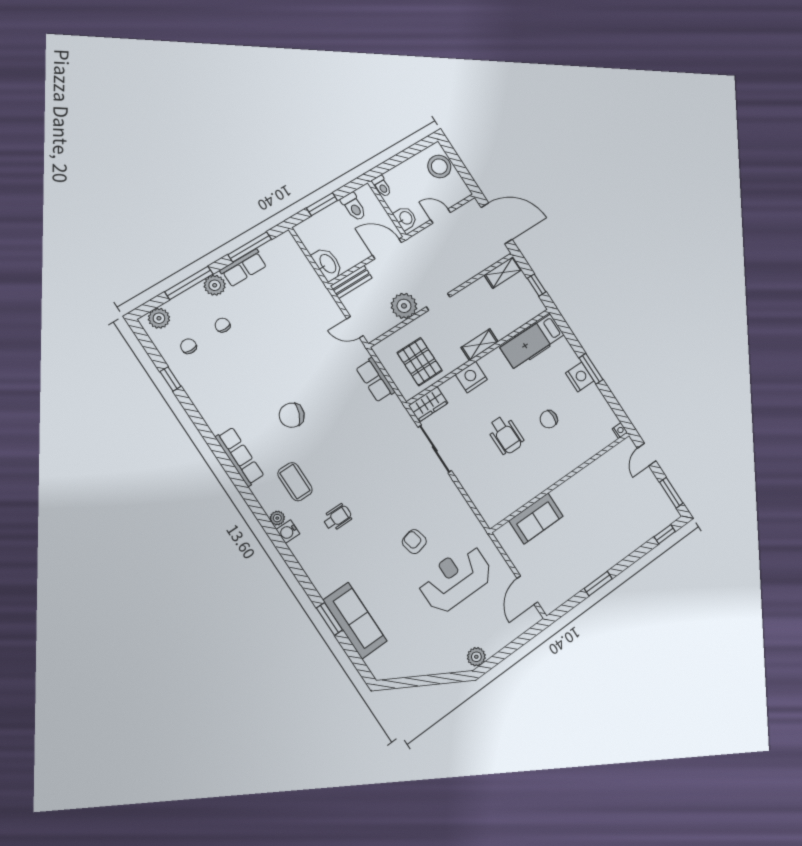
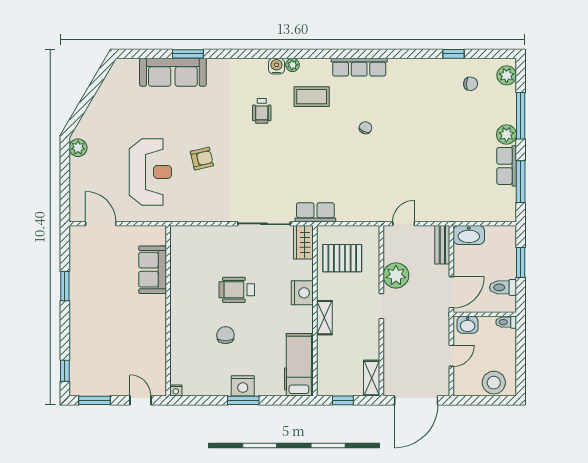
chair: (223, 325) -> (471, 120), removed
row of seats: (375, 380) -> (315, 212), moved
chair: (292, 415) -> (365, 128), width x0.54, depth x0.54

